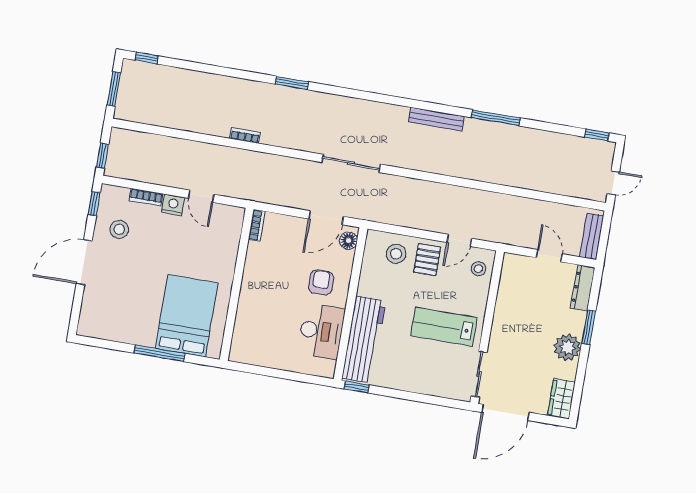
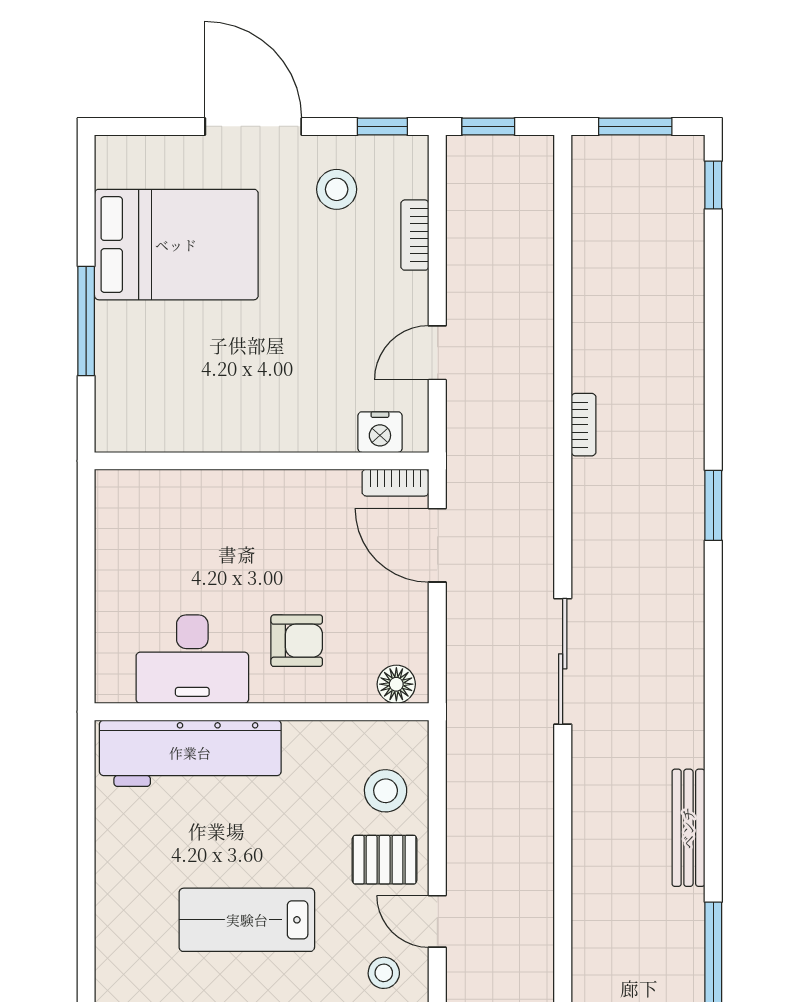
nightstand: (173, 205) -> (380, 432), moved, turned 90
door: (326, 218) -> (437, 545), moved
bed: (187, 316) -> (176, 245), moved
lab bench: (444, 327) -> (247, 920), turned -90
window: (357, 387) -> (86, 755), removed

